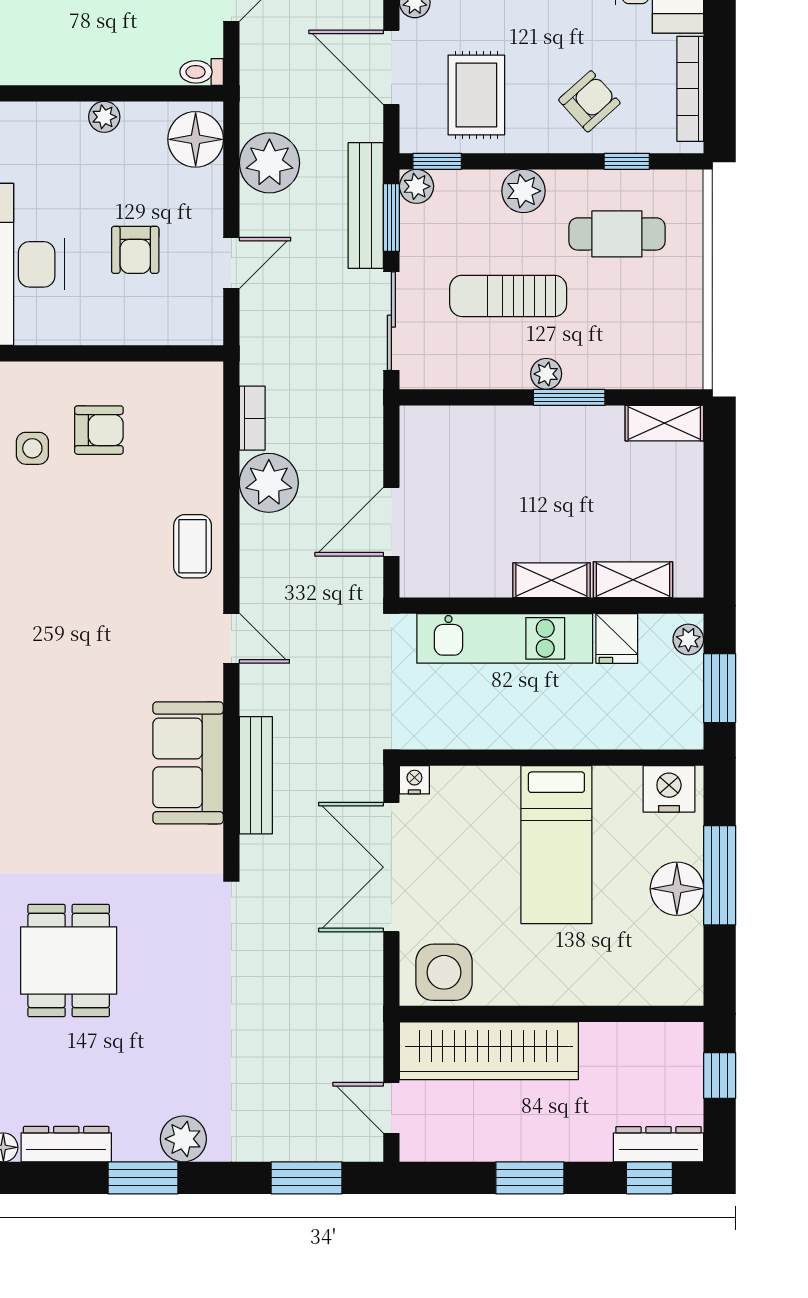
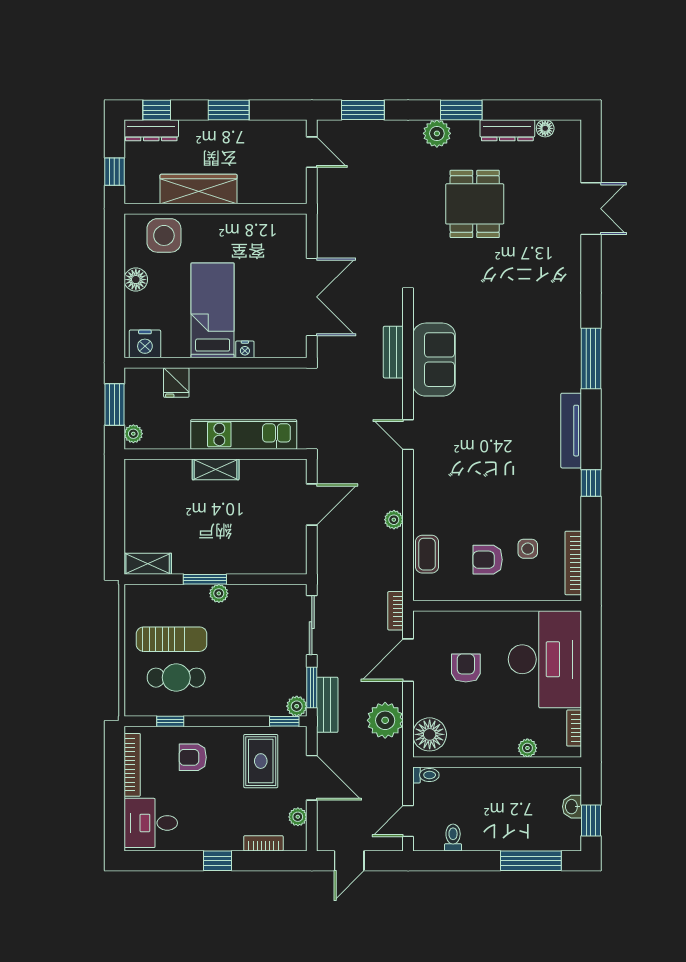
armchair: (589, 101) -> (193, 757), turned 42
plant: (104, 117) -> (527, 748), moved
plant: (523, 191) -> (232, 703), removed
bench: (366, 206) -> (327, 705), width x0.73
door: (231, 263) -> (408, 660), width x1.38
sun lounger: (508, 296) -> (172, 639), moved
bookcase: (252, 418) -> (396, 611), moved
plant: (269, 483) -> (394, 520), width x0.53, depth x0.53
coffee table: (193, 546) -> (427, 554), moved
shelving: (633, 580) -> (167, 470), removed
fridge: (617, 638) -> (176, 382), moved, turned 180
bench: (256, 775) -> (393, 352), width x0.73
nightstand: (414, 780) -> (245, 349), moved
window: (720, 875) -> (114, 292), removed
floor lamp: (677, 889) -> (136, 280), width x0.73, depth x0.73
dining table: (69, 960) -> (475, 204), moved
side table: (444, 972) -> (164, 235), moved
wardrobe: (489, 1051) -> (199, 189), moved, width x0.71, depth x0.85

